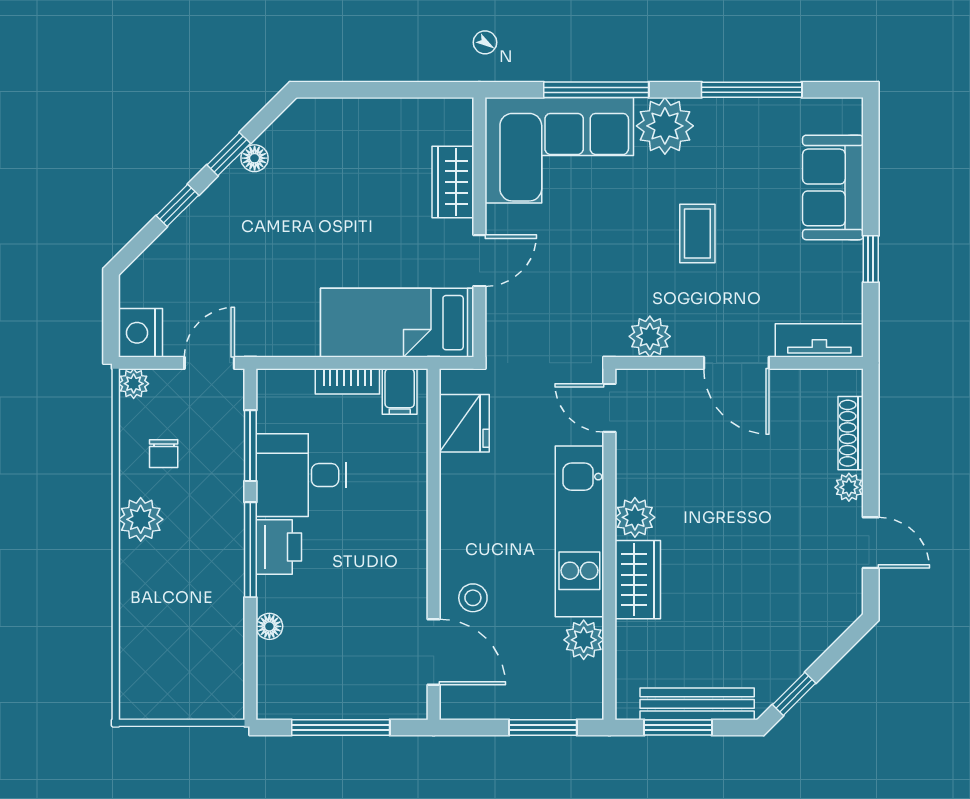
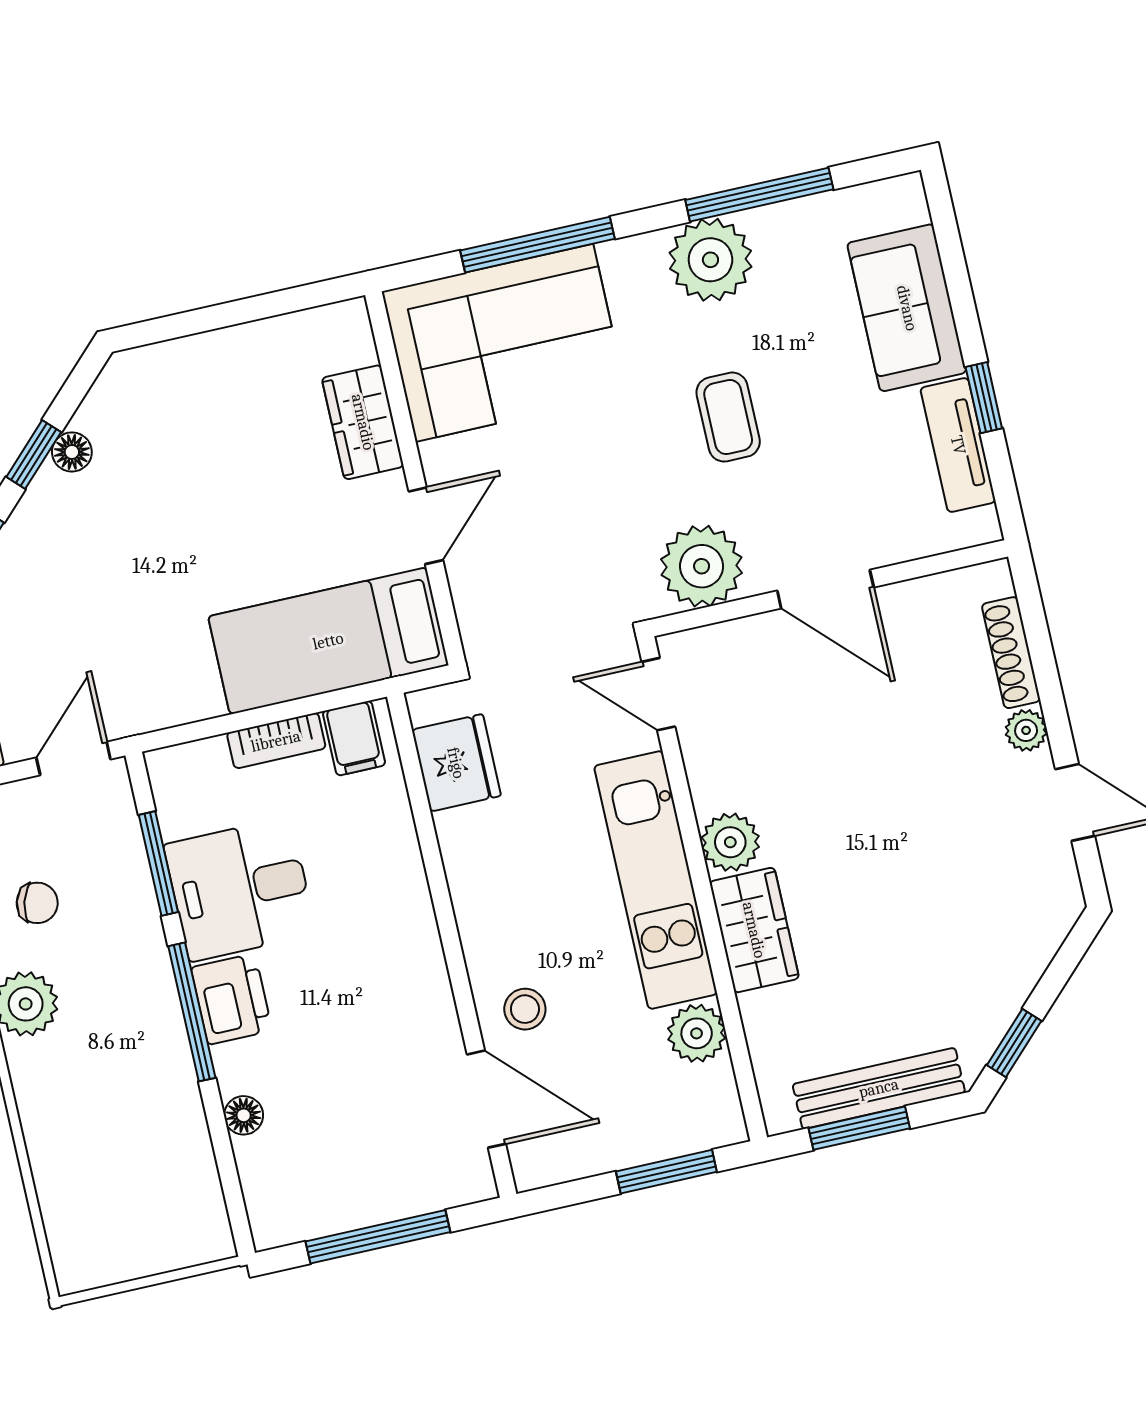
plant: (665, 126) -> (710, 260), moved
plant: (650, 336) -> (702, 566), width x1.36, depth x1.36
tv unit: (819, 340) -> (958, 445), moved, turned -90
chair: (164, 454) -> (37, 903), turned -74

